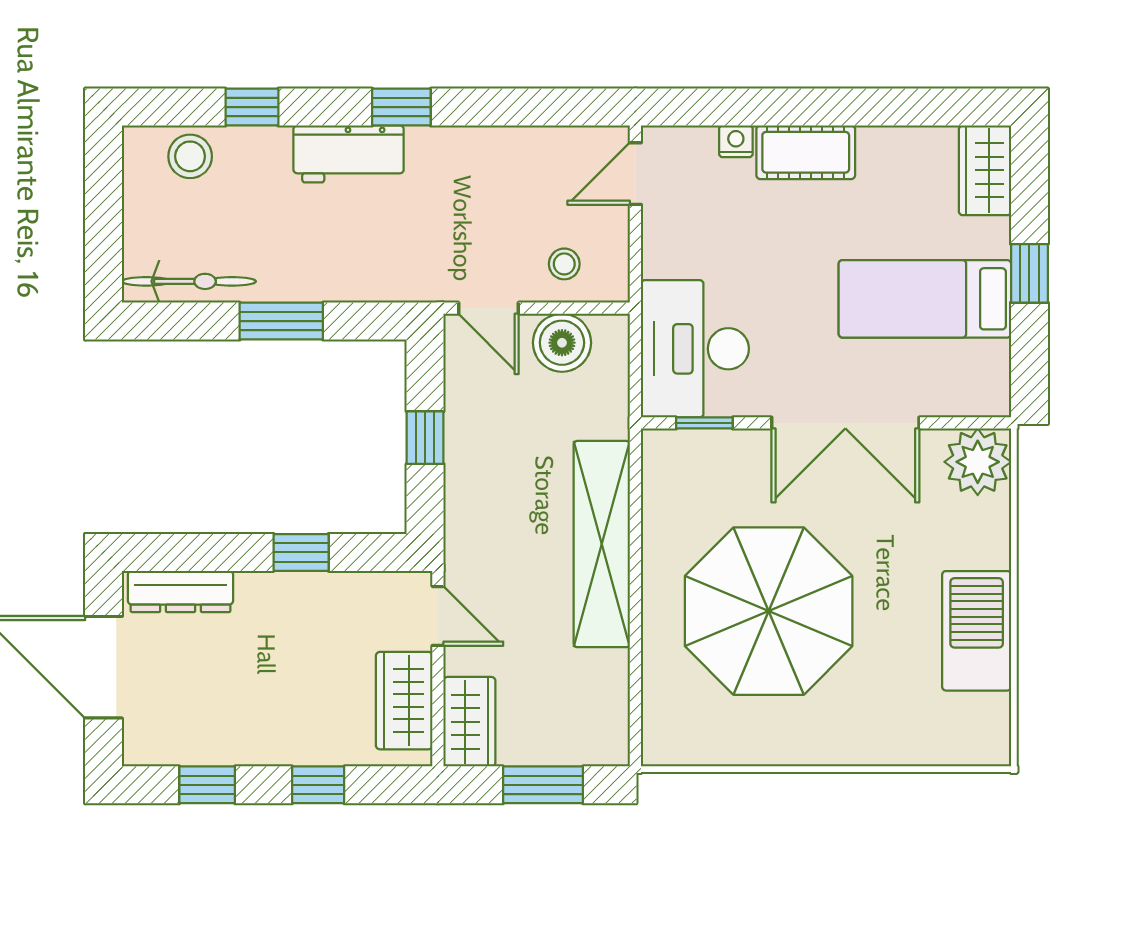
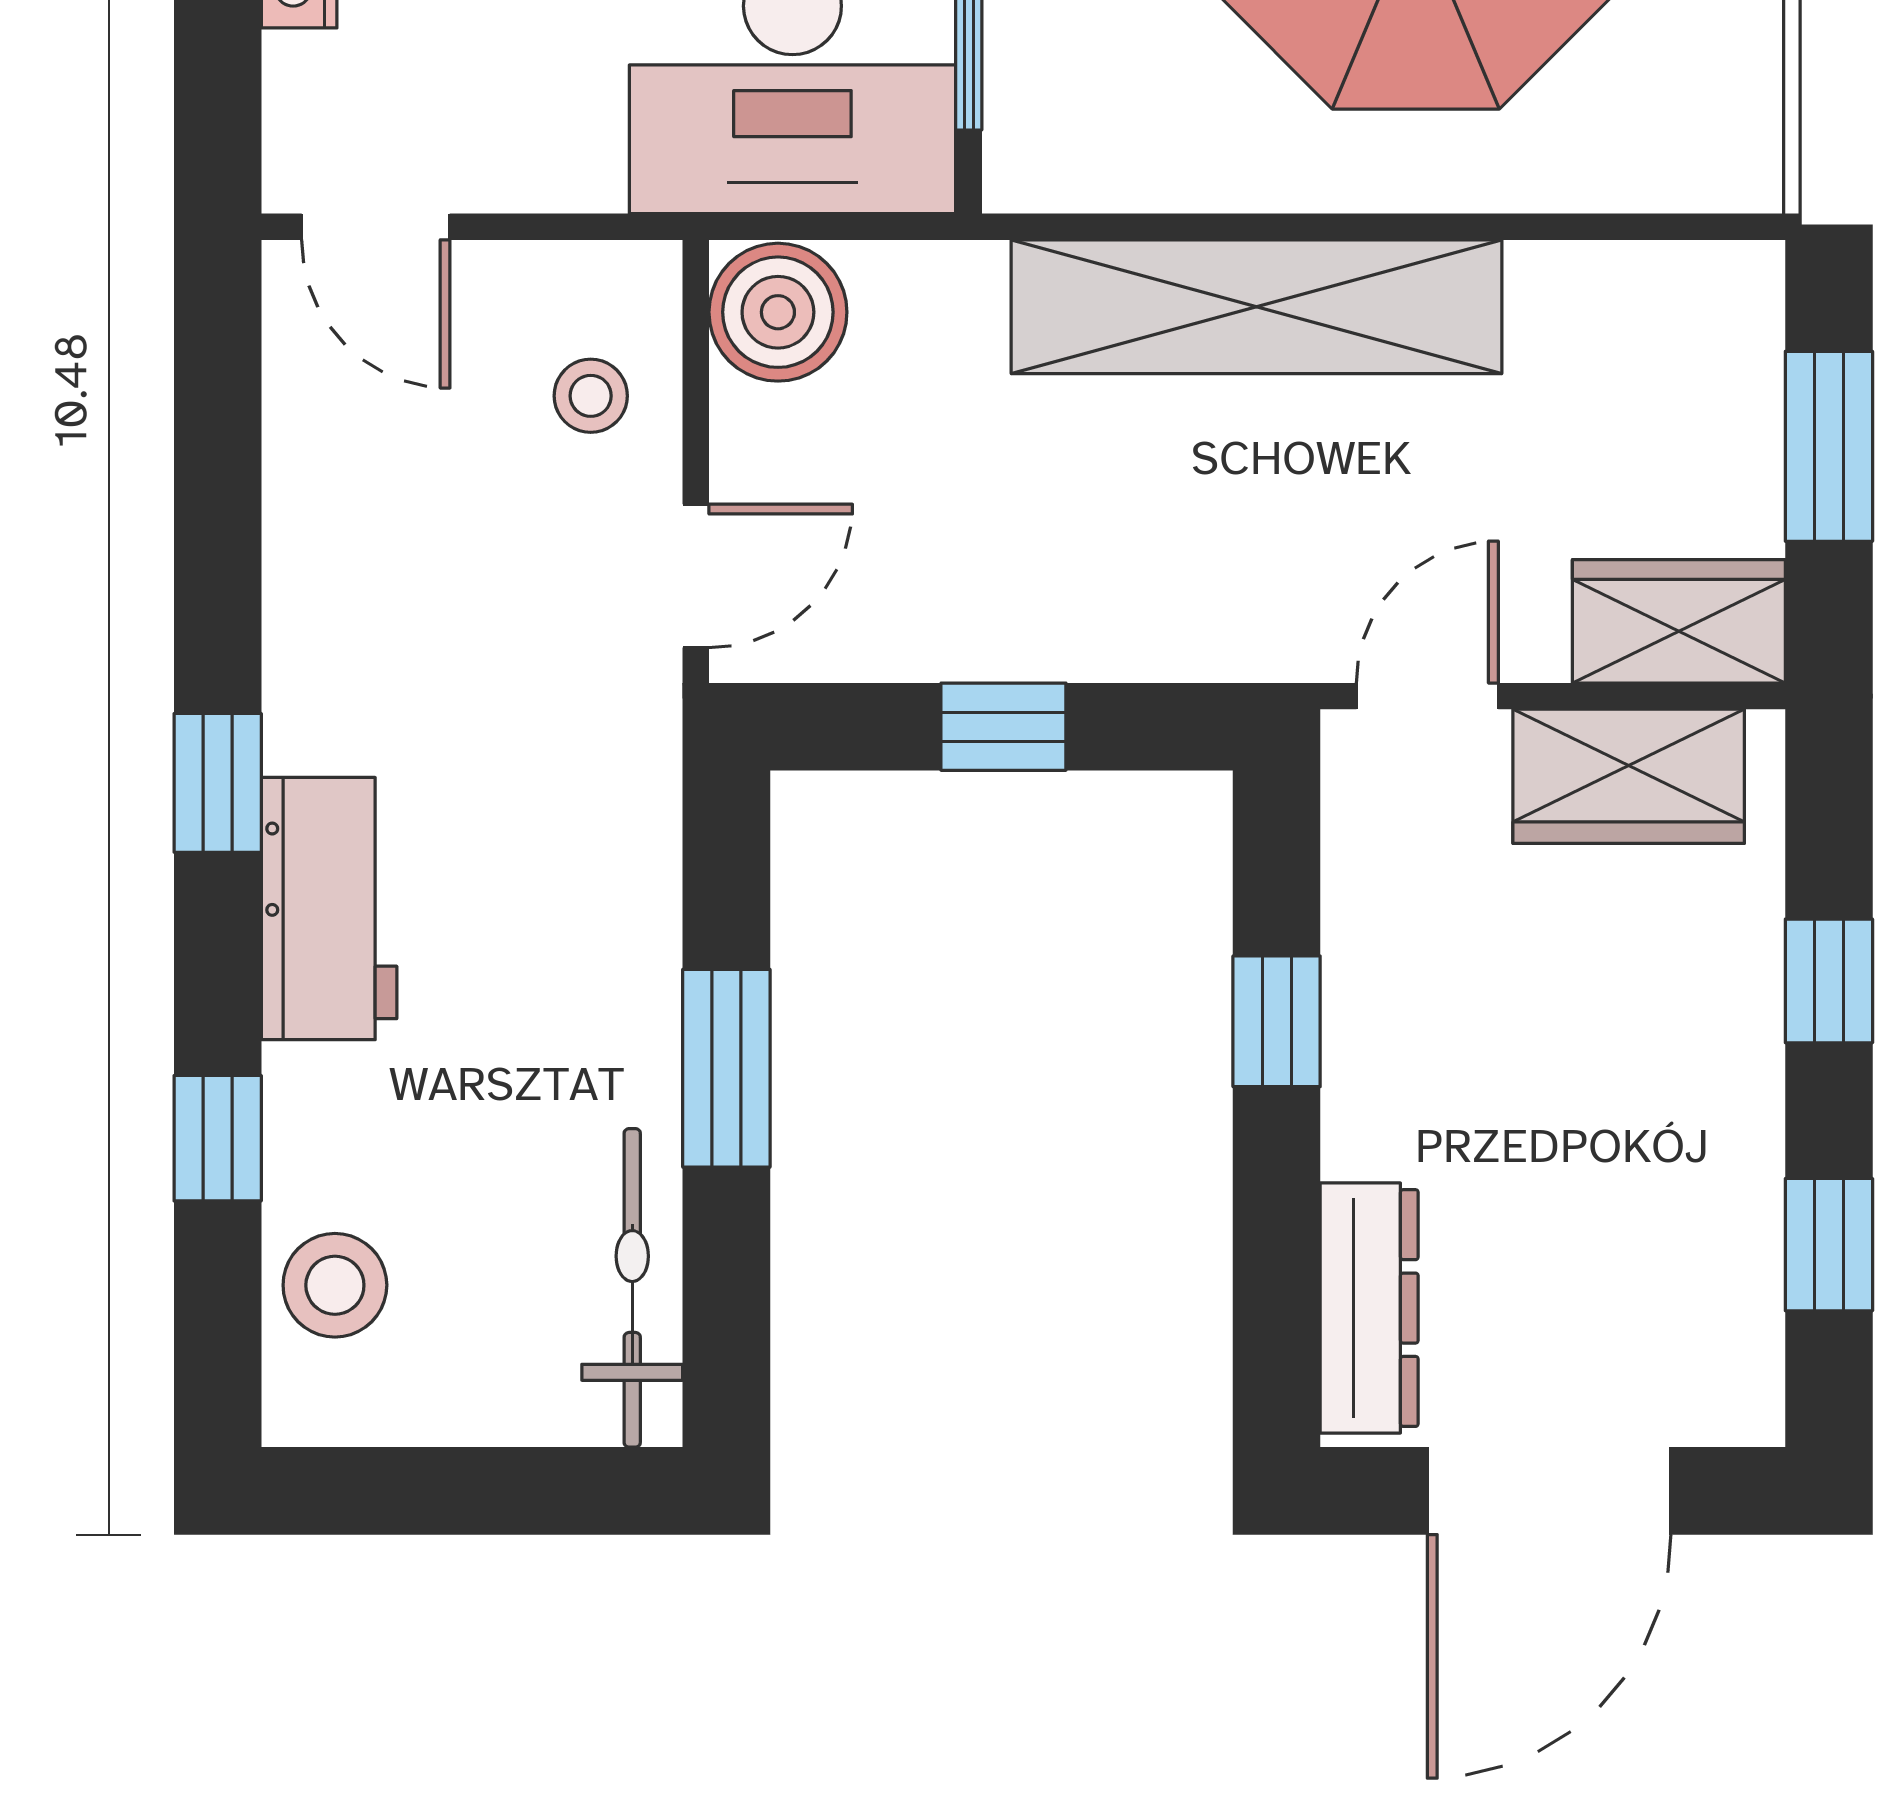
boiler: (562, 343) -> (778, 312), moved

